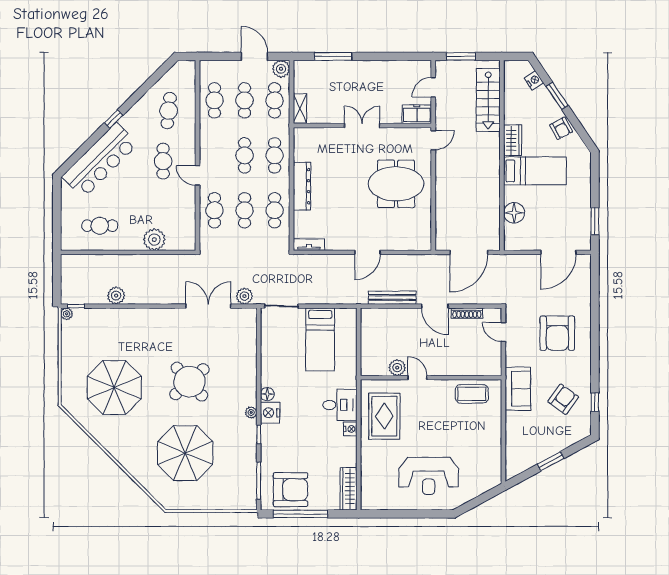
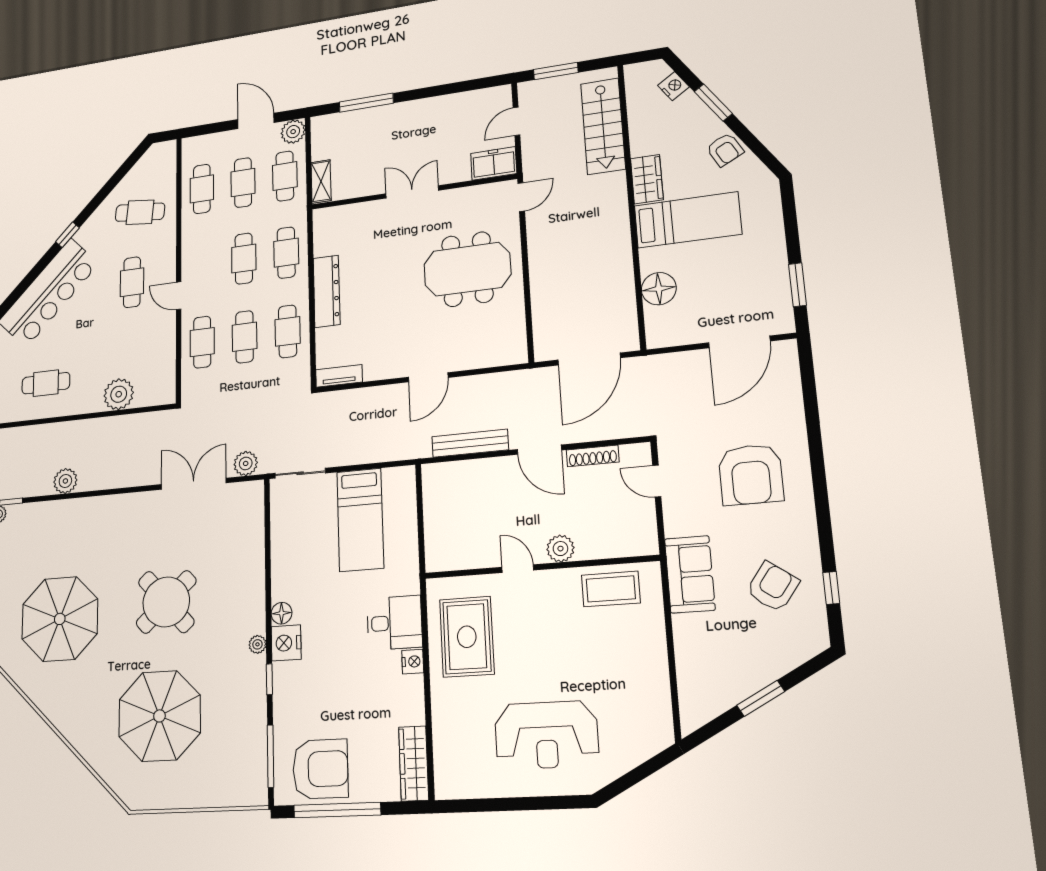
cafe table: (169, 111) -> (140, 212), turned 90
plant: (397, 368) -> (560, 549), moved

